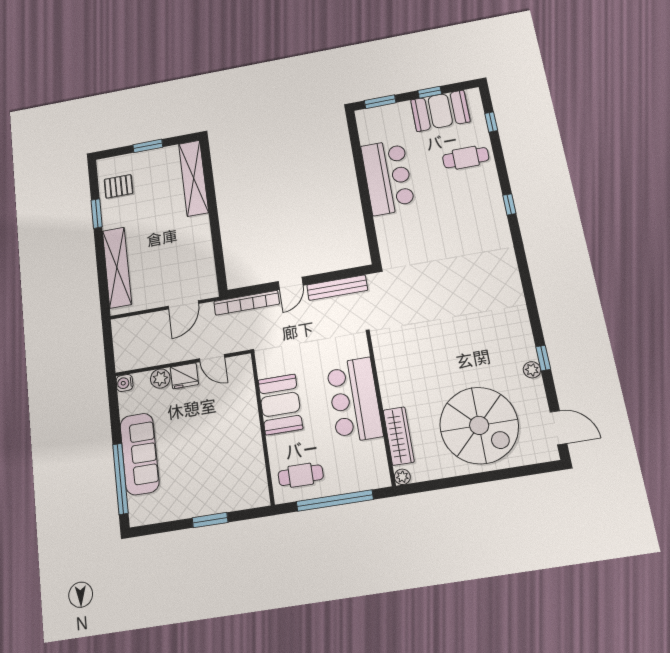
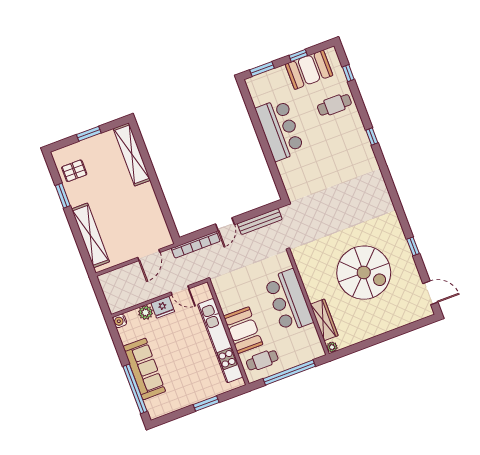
plant: (532, 370) -> (407, 256), removed
booth: (280, 404) -> (243, 330), moved
spiral stairs: (479, 425) -> (364, 273), moved
kitchen unit: (250, 436) -> (220, 341), added

